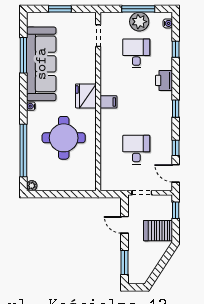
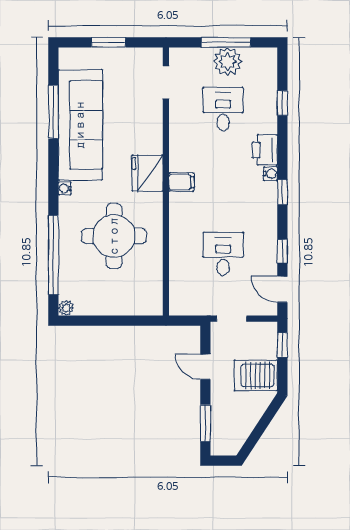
water cooler: (168, 23) -> (270, 174), moved

